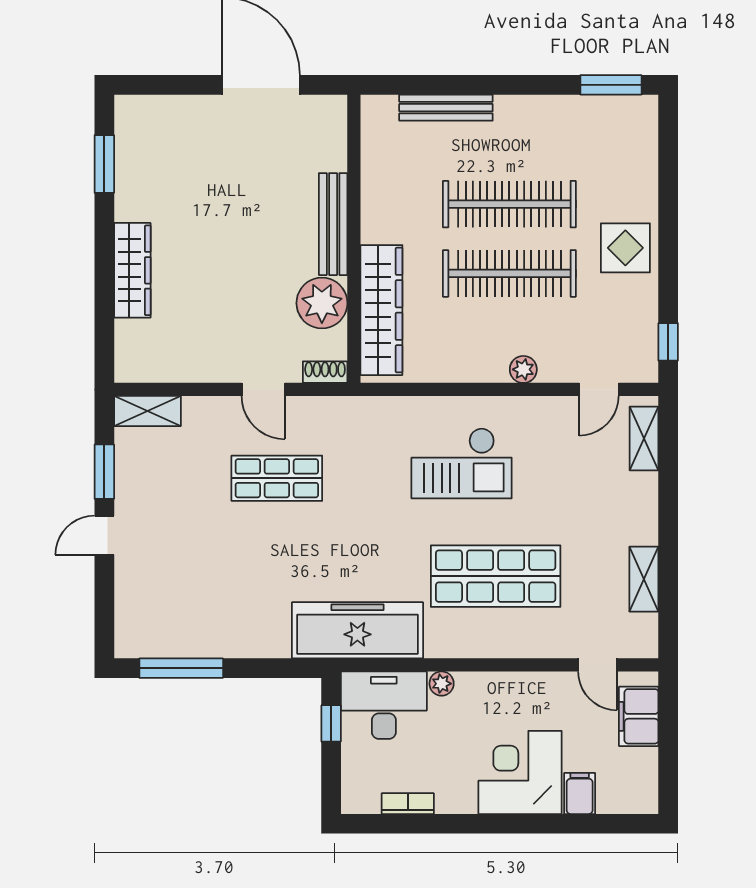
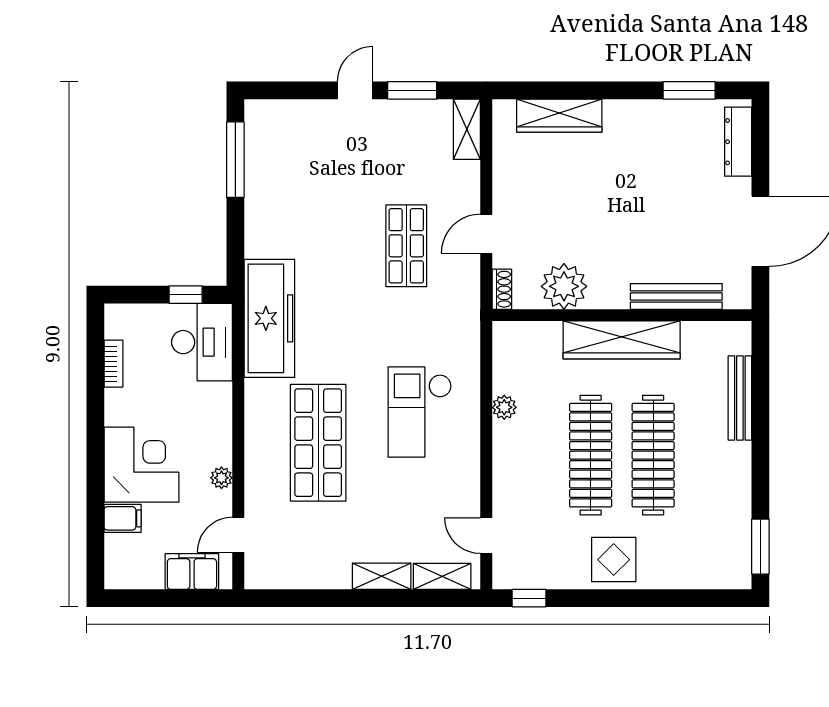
dresser: (161, 110) -> (738, 142), added
bench: (333, 224) -> (676, 296), moved
wardrobe: (132, 270) -> (559, 116), moved
wardrobe: (381, 310) -> (622, 340), moved
plant: (523, 369) -> (504, 407), moved
door: (104, 535) -> (355, 90), hinge flipped
shelving: (644, 579) -> (382, 576), moved
plant: (442, 684) -> (221, 478), moved

